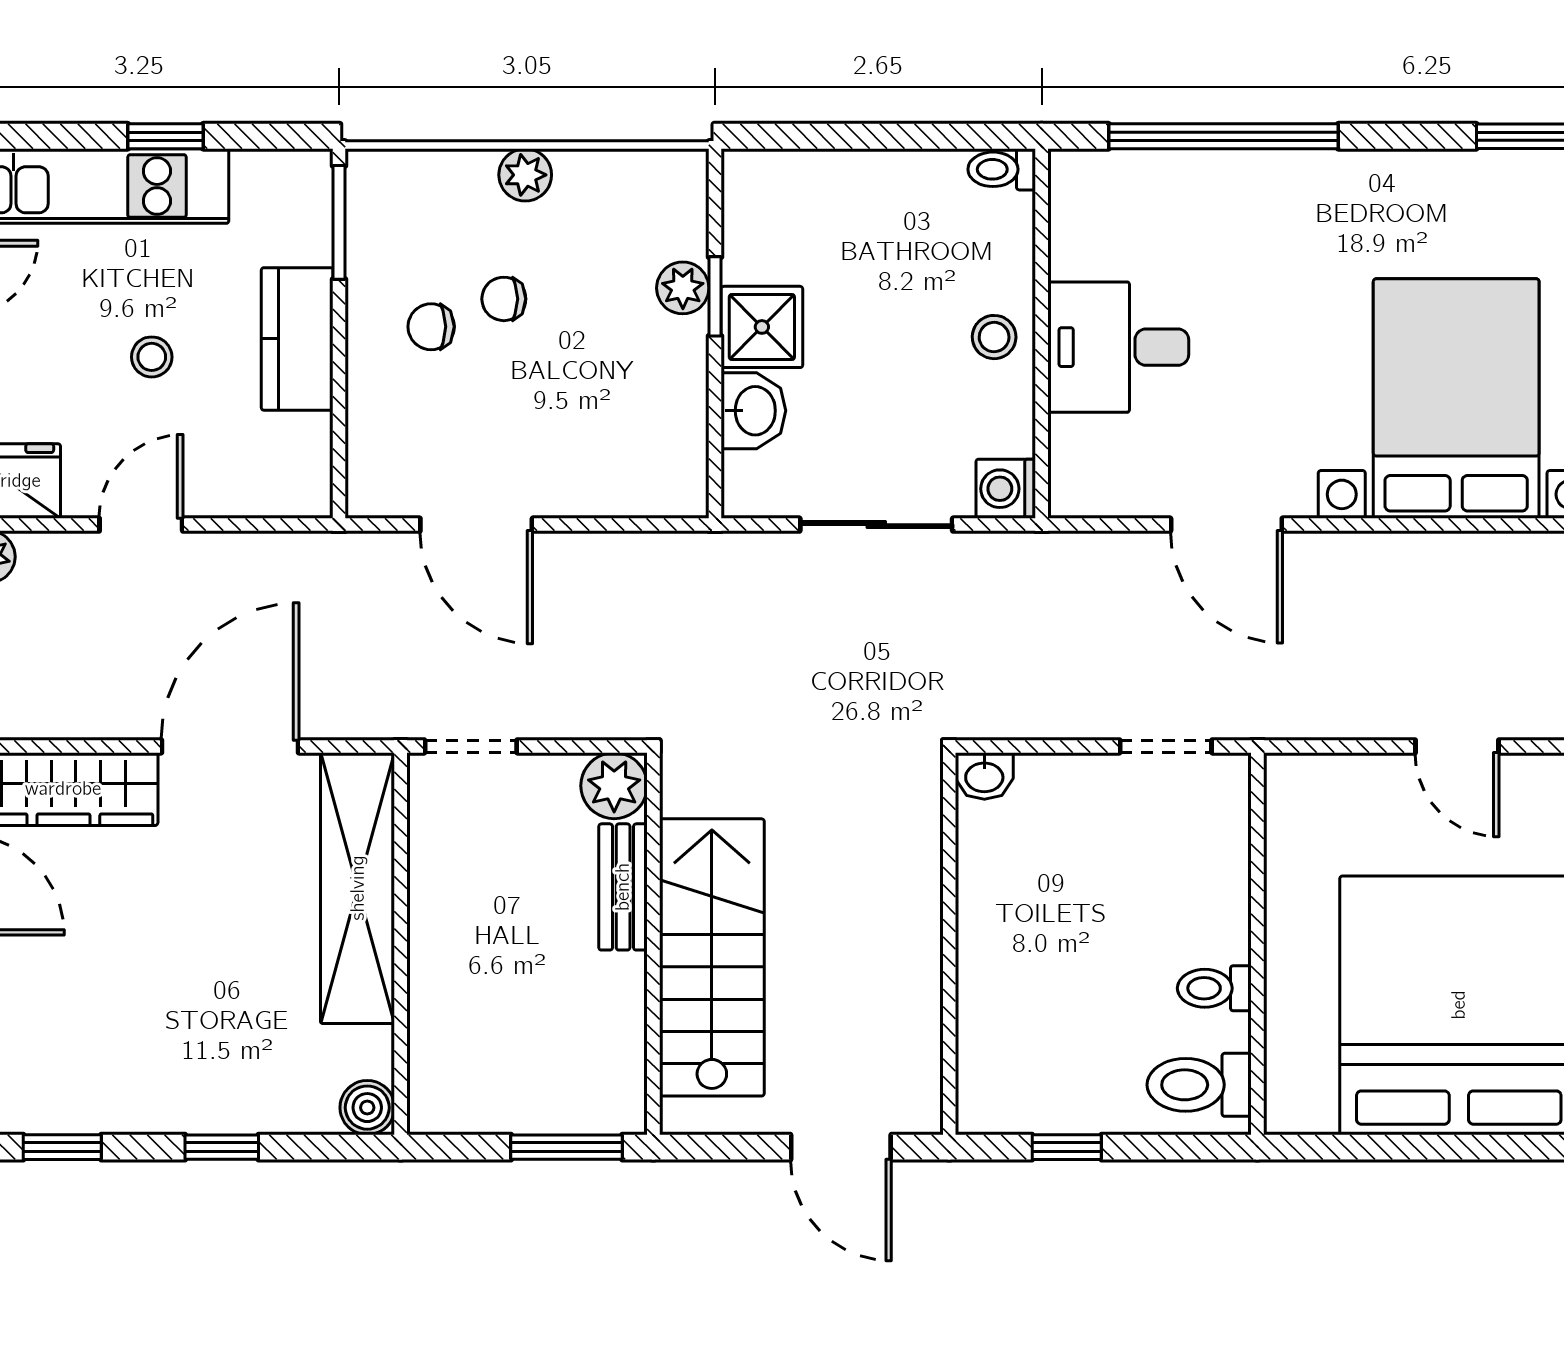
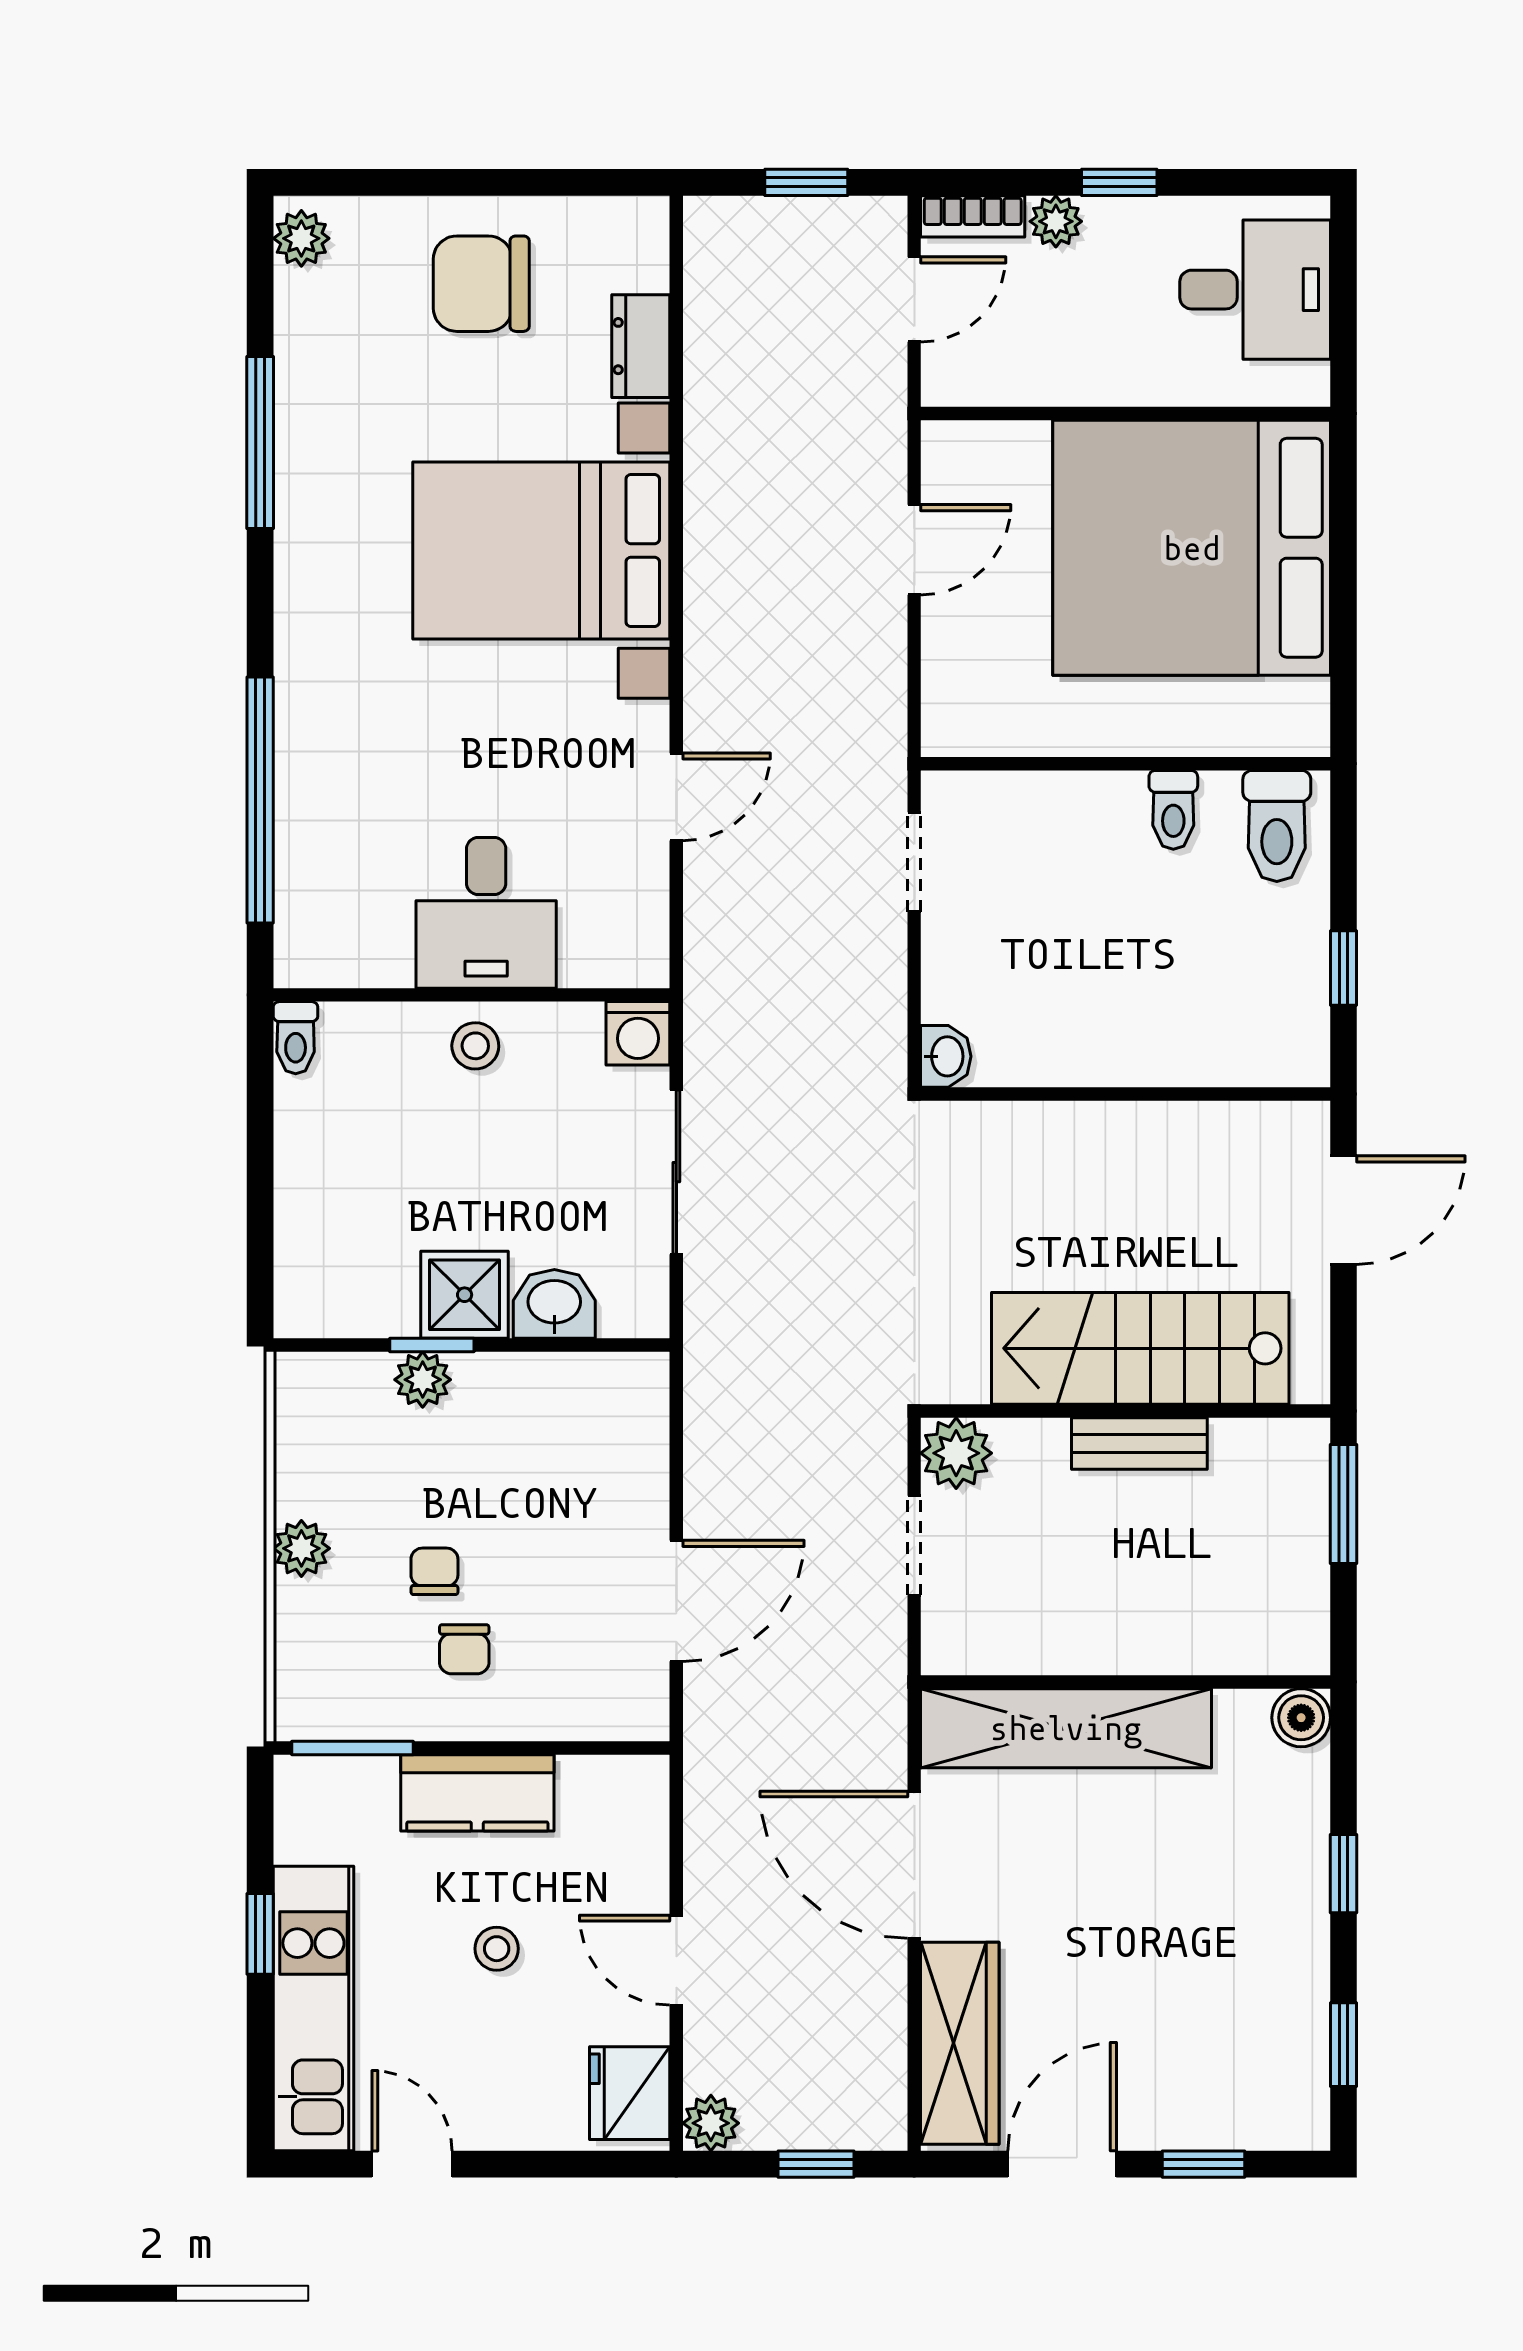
chair: (504, 299) -> (434, 1571), turned 180
door: (1226, 525) -> (676, 797), width x0.73
doorway: (471, 746) -> (914, 1546), moved
bench: (623, 887) -> (1139, 1444), moved

